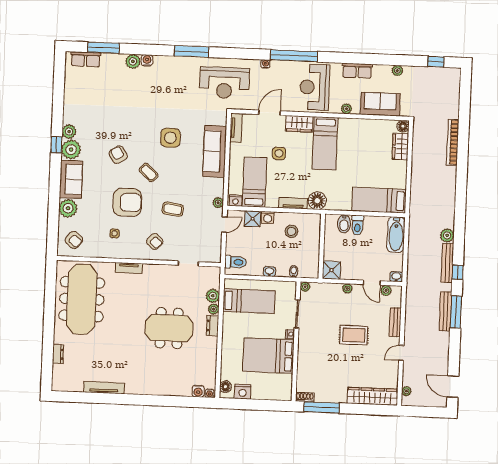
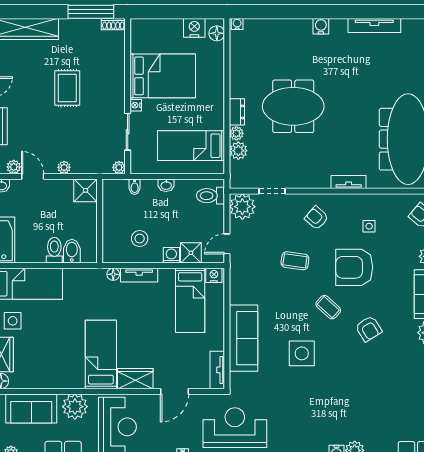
plant: (346, 109) -> (75, 407), width x1.87, depth x1.87
side table: (279, 153) -> (13, 321), moved
floor lamp: (317, 201) -> (113, 274), width x0.53, depth x0.53
plant: (218, 203) -> (242, 207), moved, width x1.87, depth x1.87
rug: (354, 335) -> (67, 88), moved, turned 90
water cooler: (198, 391) -> (321, 26), moved

